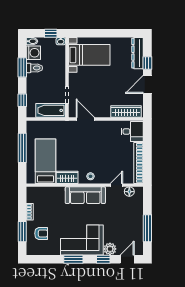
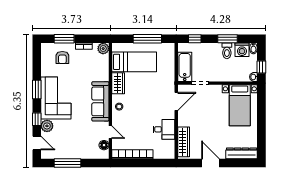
window: (147, 63) -> (232, 163), removed
desk: (132, 131) -> (164, 129), moved, turned -90
plant: (32, 192) -> (103, 49), added

